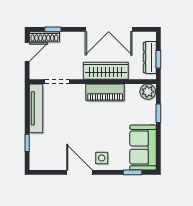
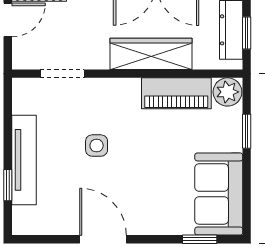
piano: (105, 92) -> (176, 93), moved
tv unit: (36, 108) -> (24, 160), moved
side table: (102, 158) -> (97, 146), moved

